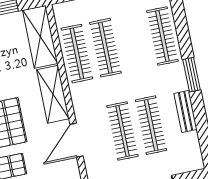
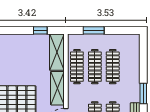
clothes rail: (162, 36) -> (113, 67), moved

